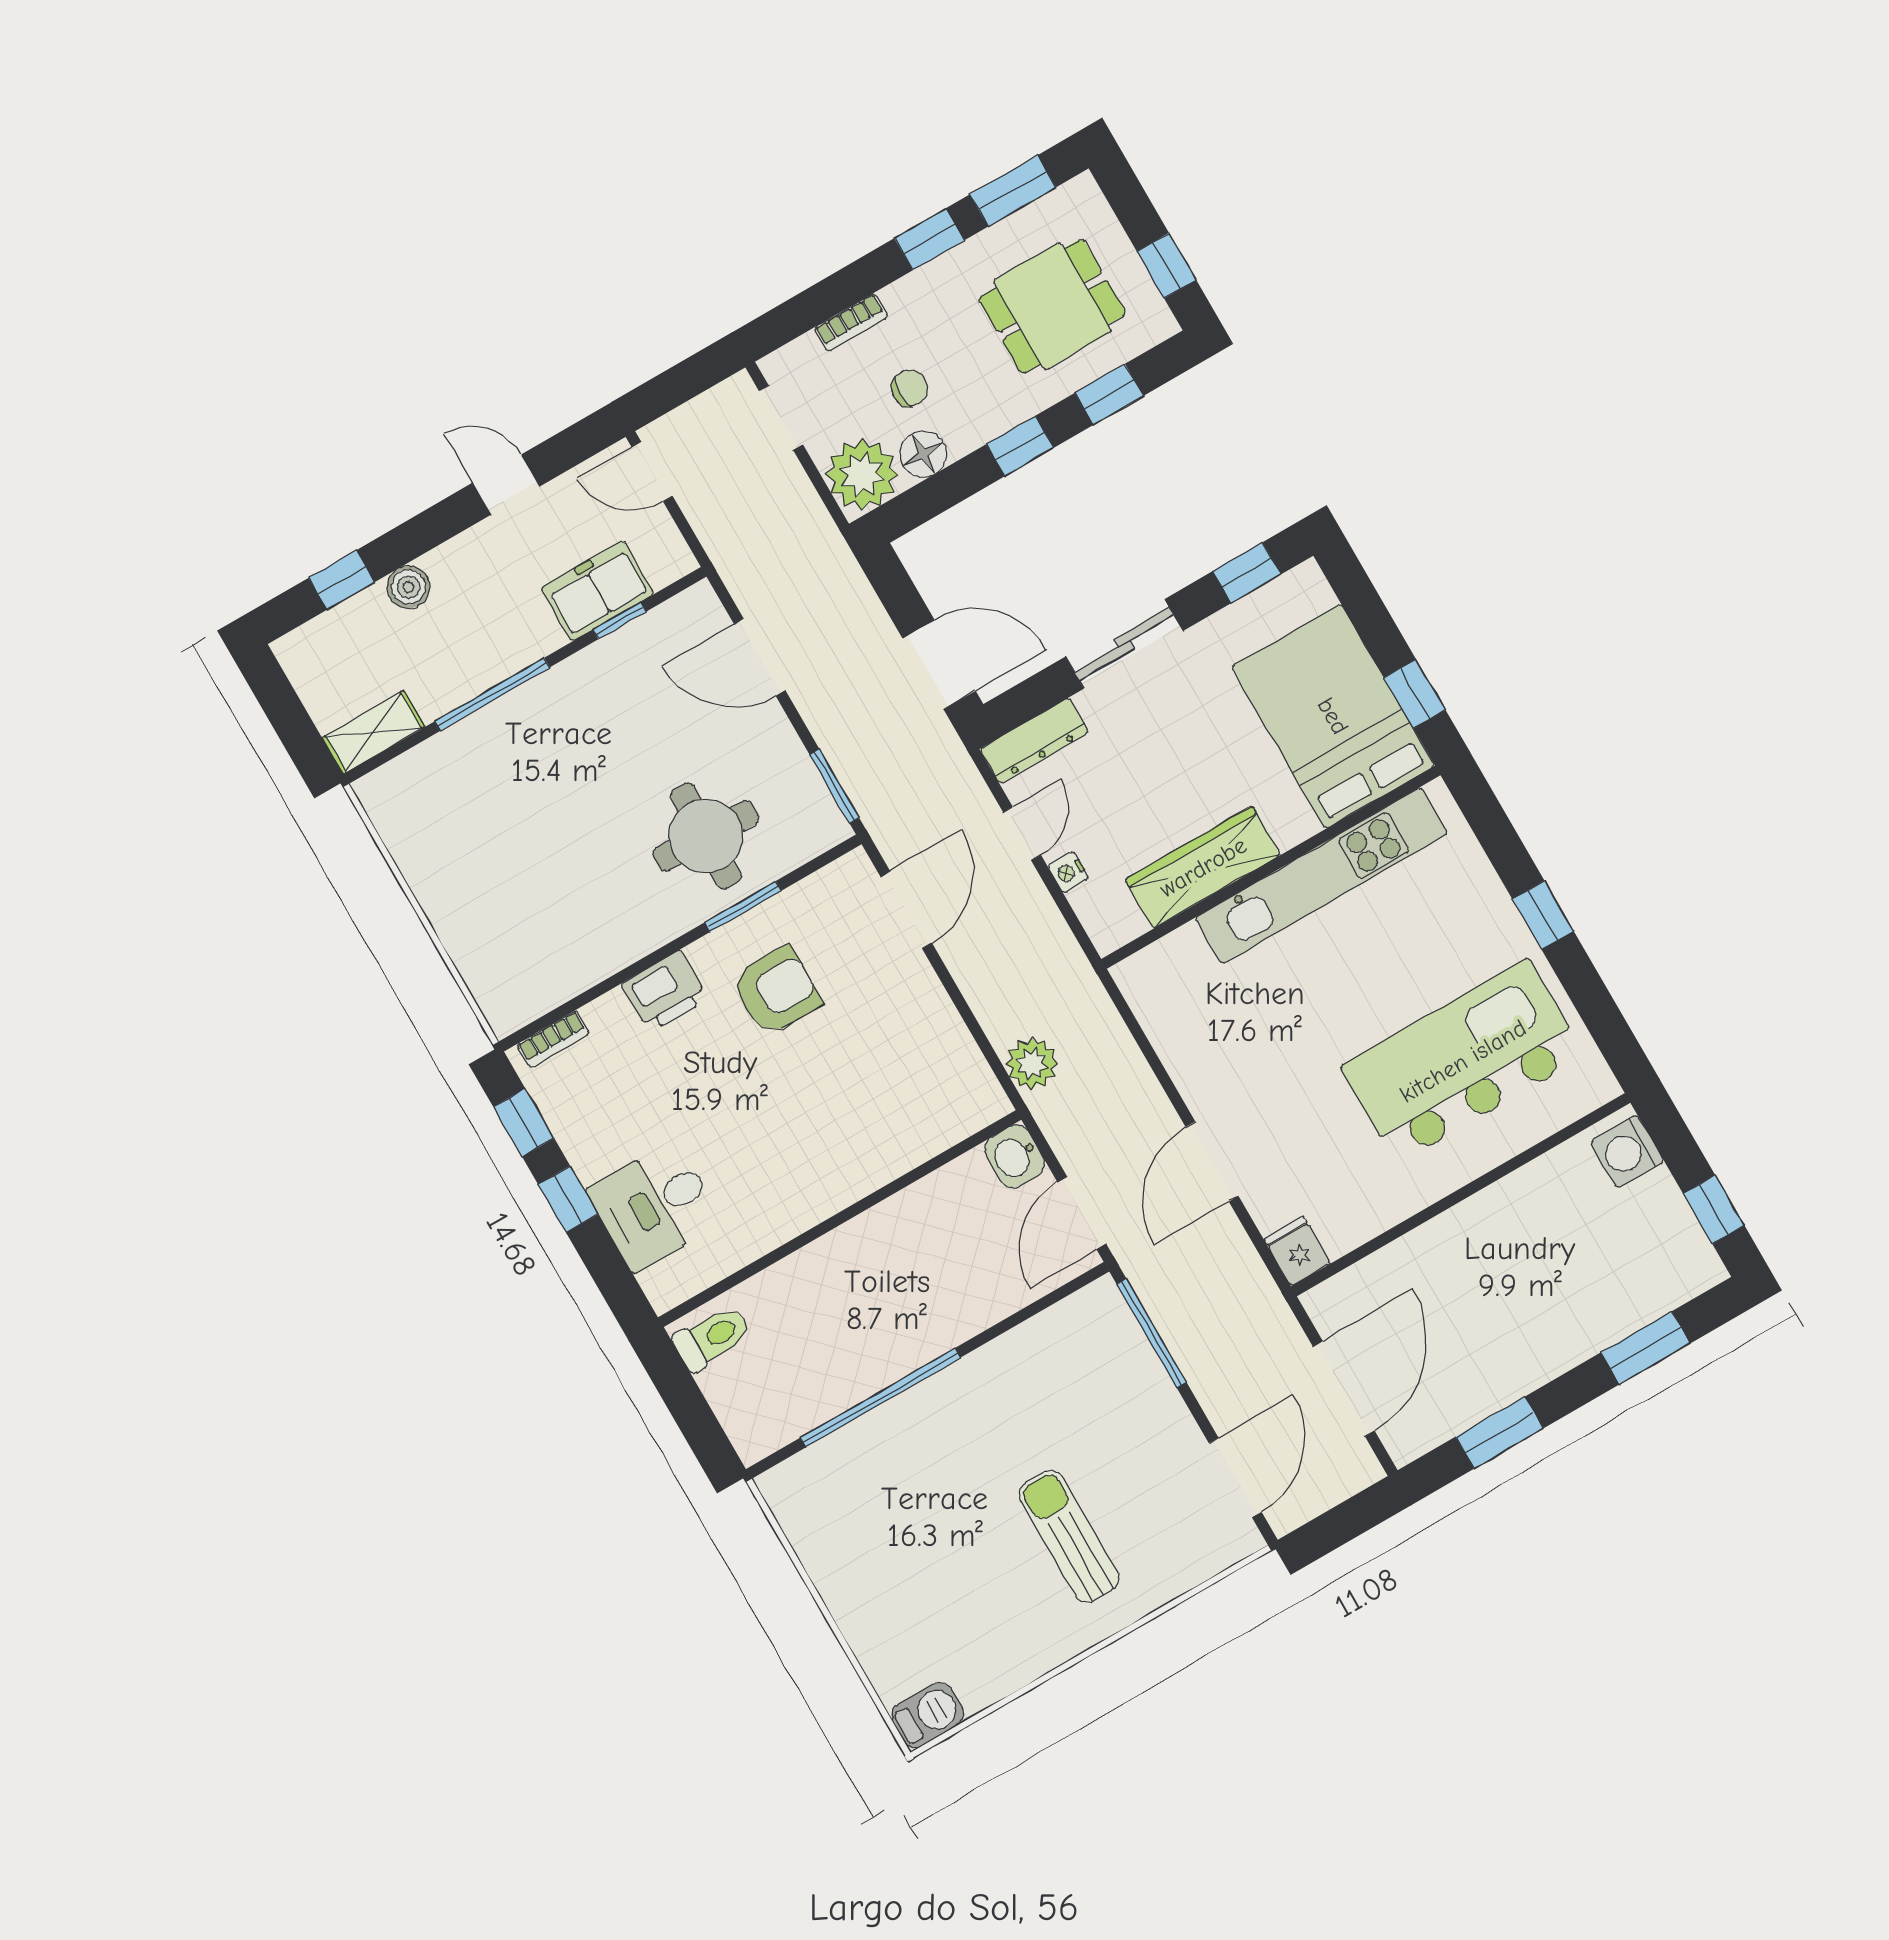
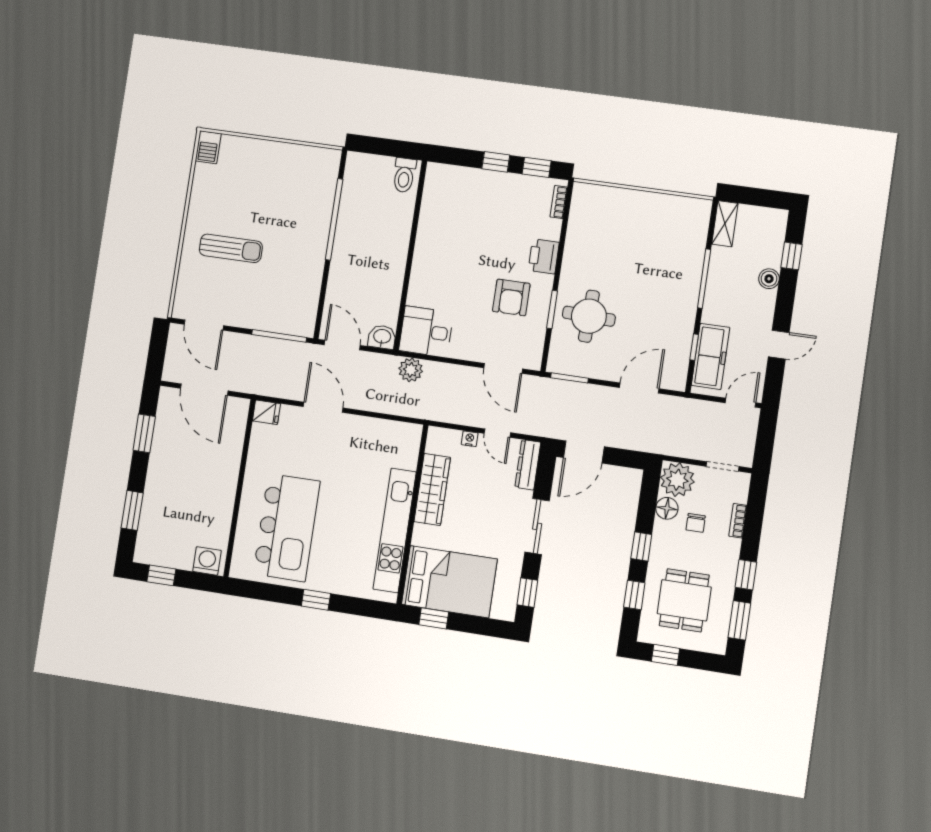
freezer: (597, 591) -> (710, 356), width x1.40
desk: (655, 1206) -> (426, 331), moved, turned -90

